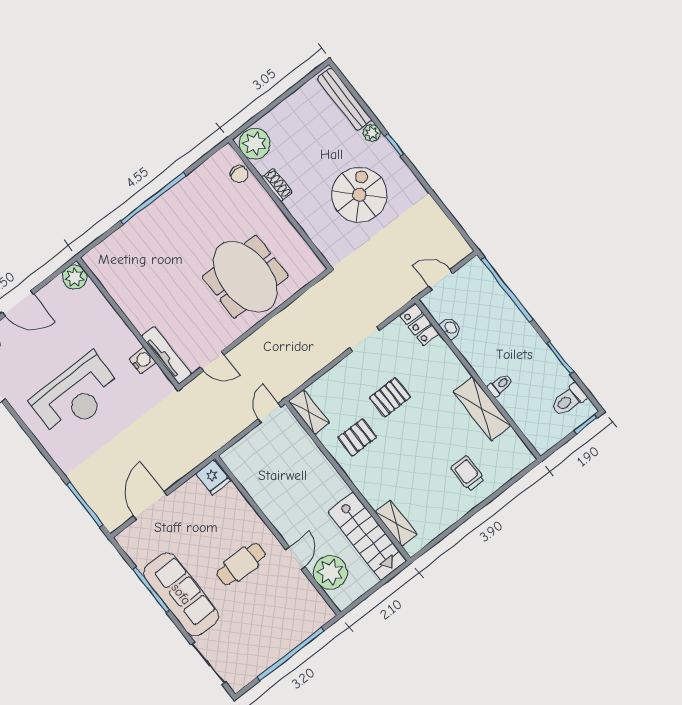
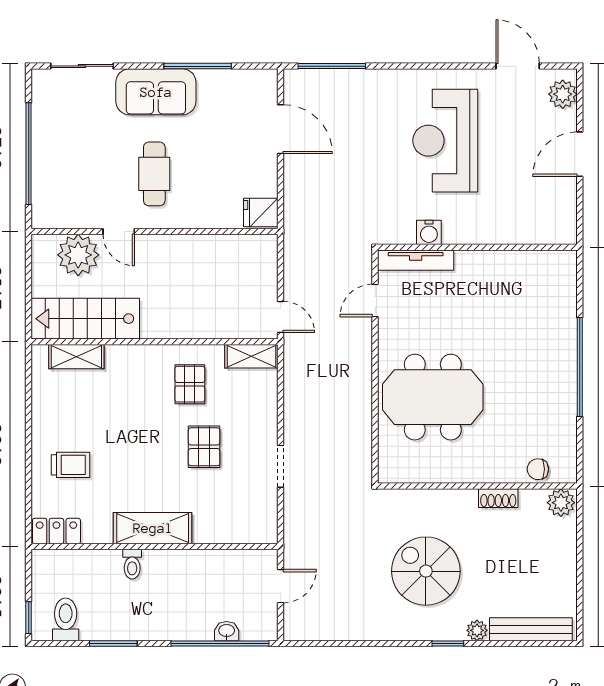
plant: (255, 143) -> (561, 503), width x0.73, depth x0.73
spiral stairs: (359, 195) -> (426, 571), turned 180
plant: (75, 277) -> (562, 229), removed
locker: (420, 325) -> (56, 531), moved
washbasin: (450, 328) -> (227, 631), moved, turned 180
shelving: (482, 409) -> (153, 528), moved
sofa: (181, 594) -> (156, 92), width x0.73

